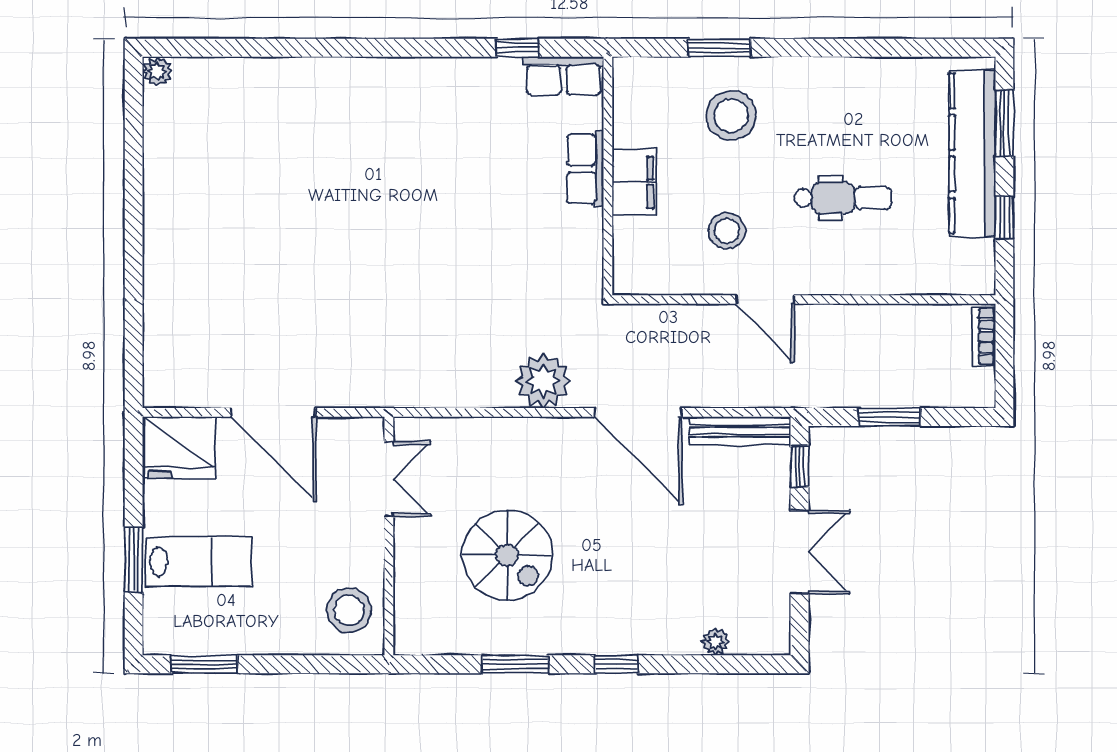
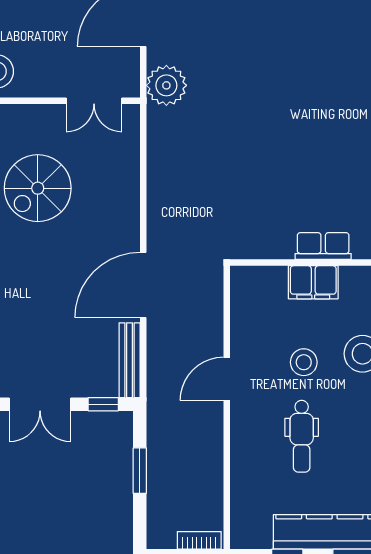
stool: (727, 231) -> (304, 362), moved
plant: (543, 381) -> (166, 85), moved

